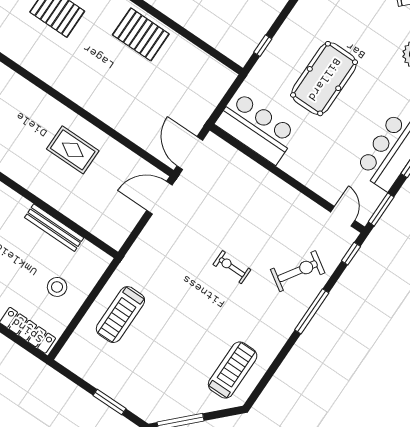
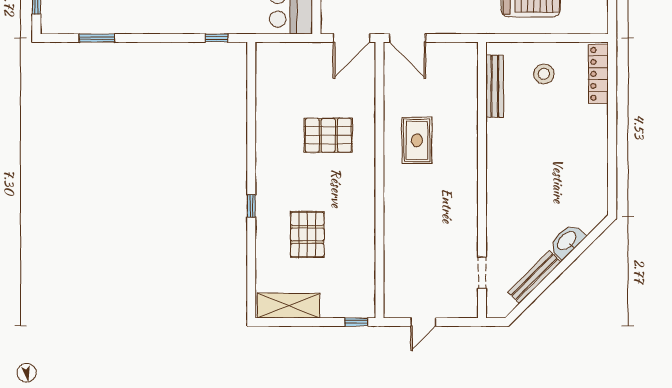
pallet: (141, 34) -> (328, 135), moved, turned 90
bench: (54, 228) -> (495, 86), moved

